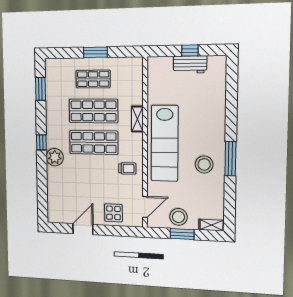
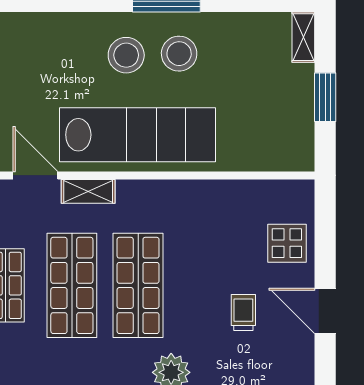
trolley: (127, 168) -> (243, 313), moved
door: (145, 207) -> (35, 175), moved
stool: (178, 217) -> (126, 55), moved

